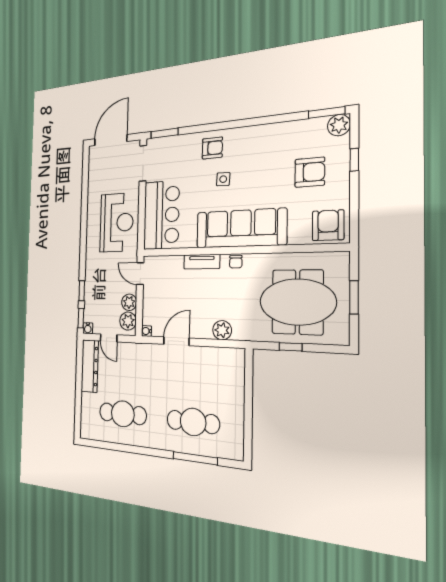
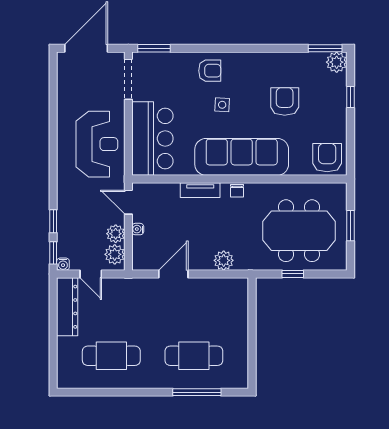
armchair: (310, 172) -> (285, 101), moved, turned -90
water cooler: (146, 331) -> (138, 229), moved

